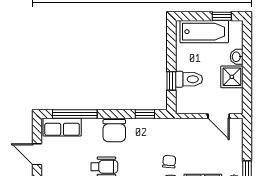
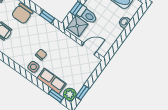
shower: (232, 77) -> (77, 26), moved
door: (219, 116) -> (89, 49), swing flipped

